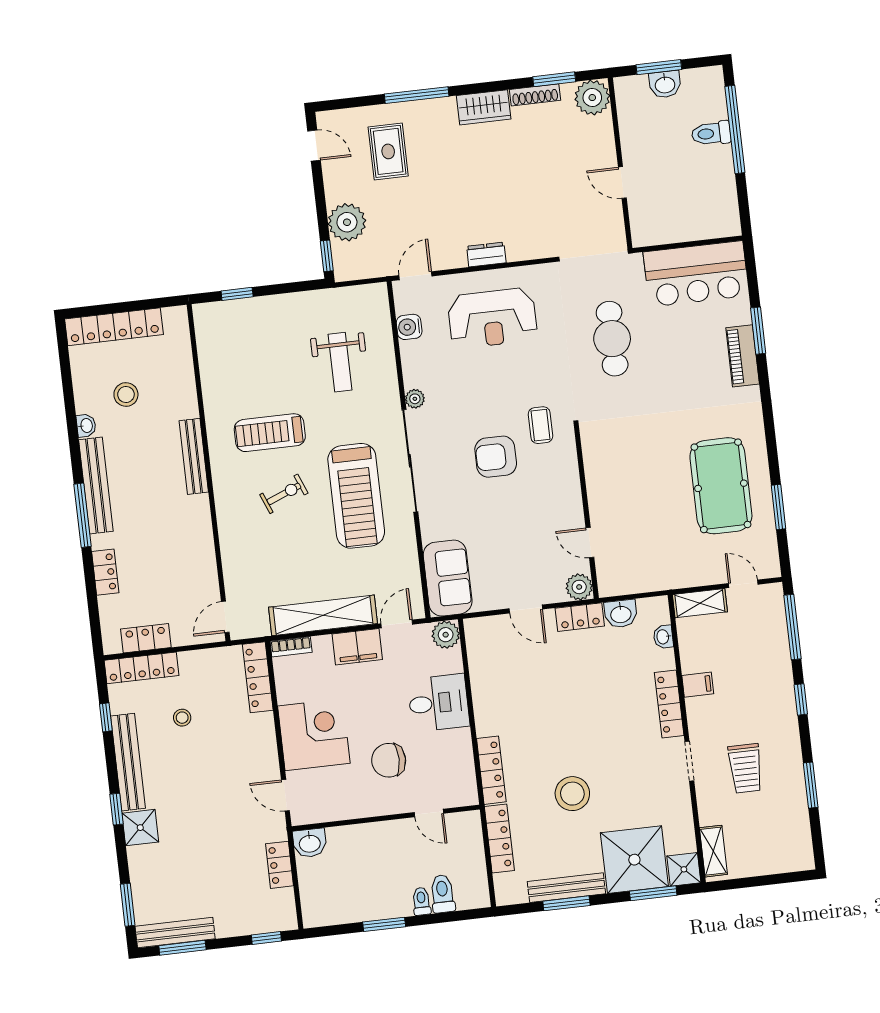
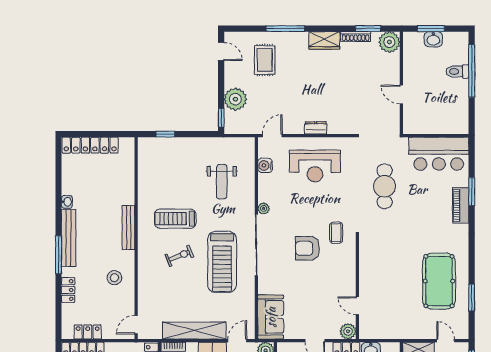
stool: (126, 395) -> (114, 278), moved

